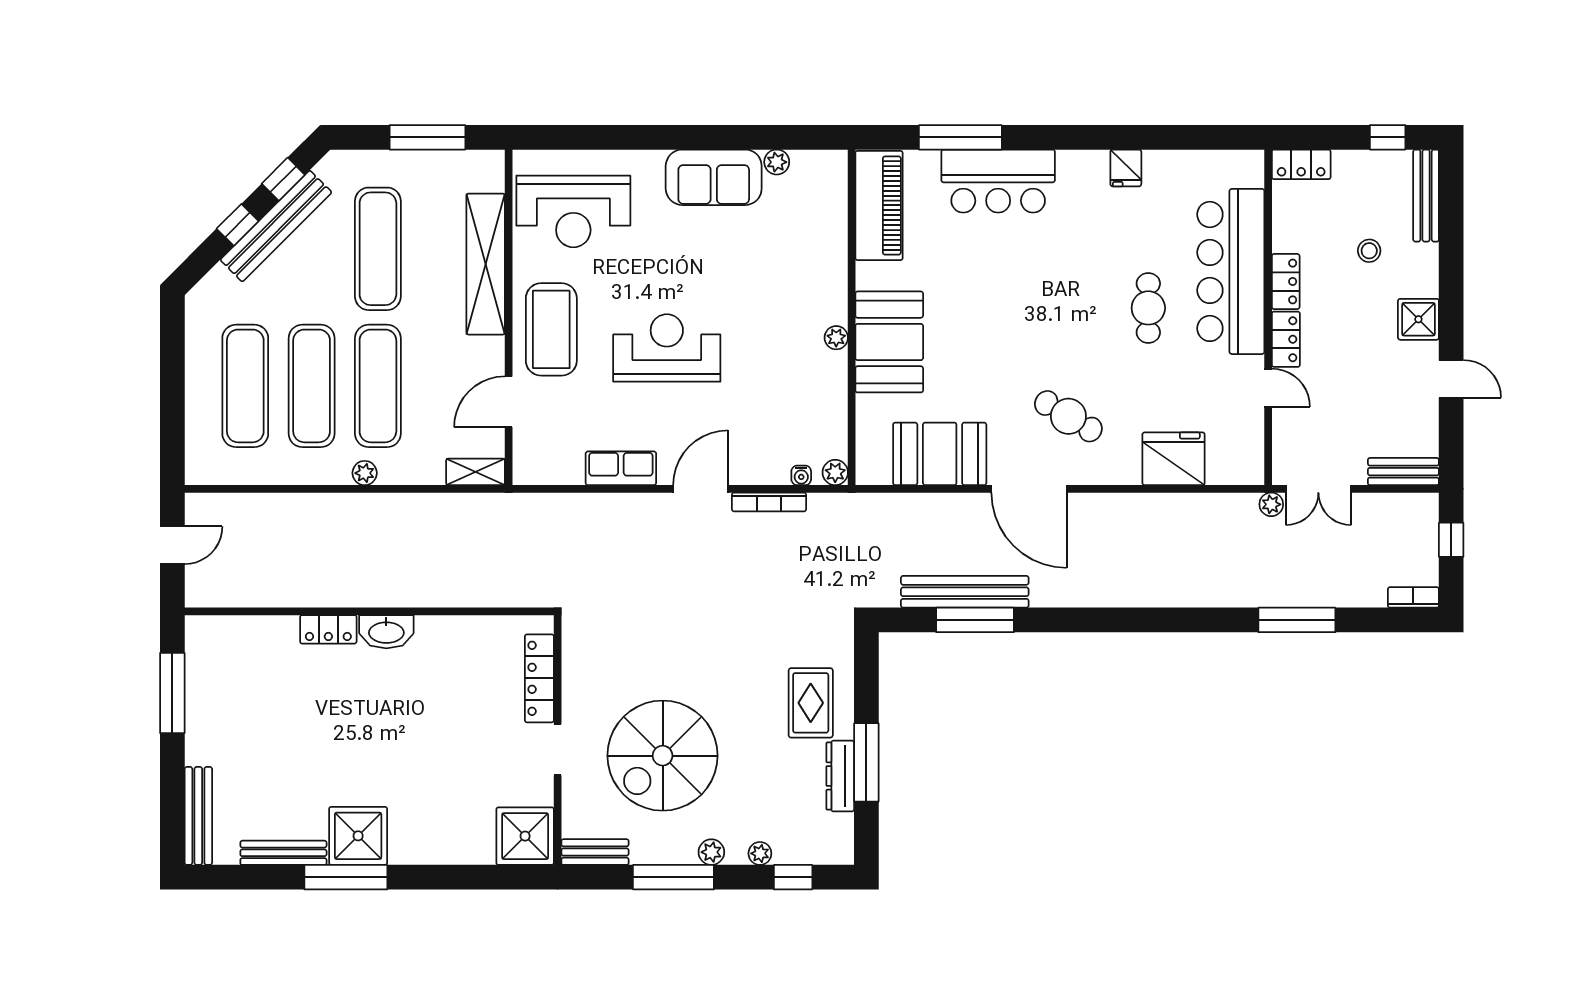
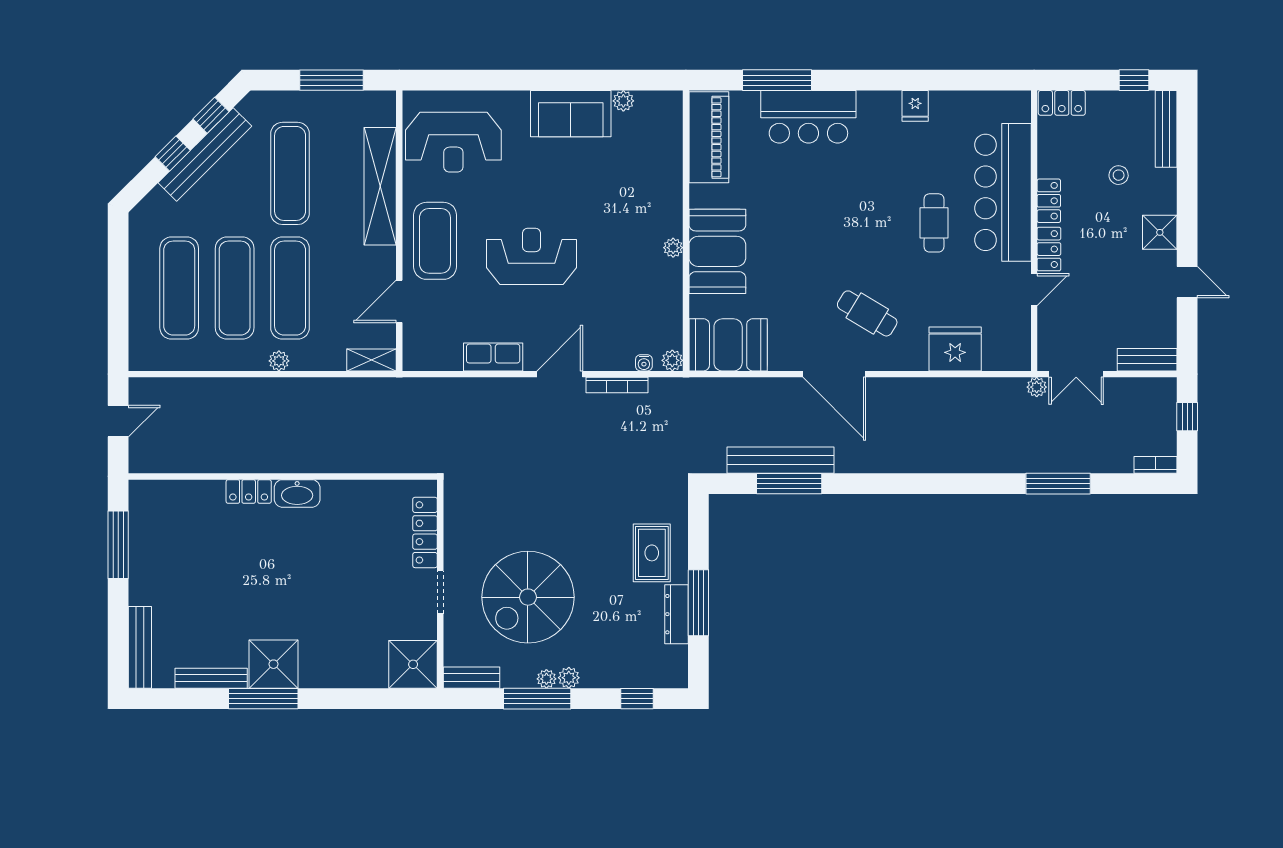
door: (1268, 388) -> (1034, 290), hinge flipped
booth: (940, 454) -> (728, 345), moved
plant: (760, 853) -> (546, 679), moved

